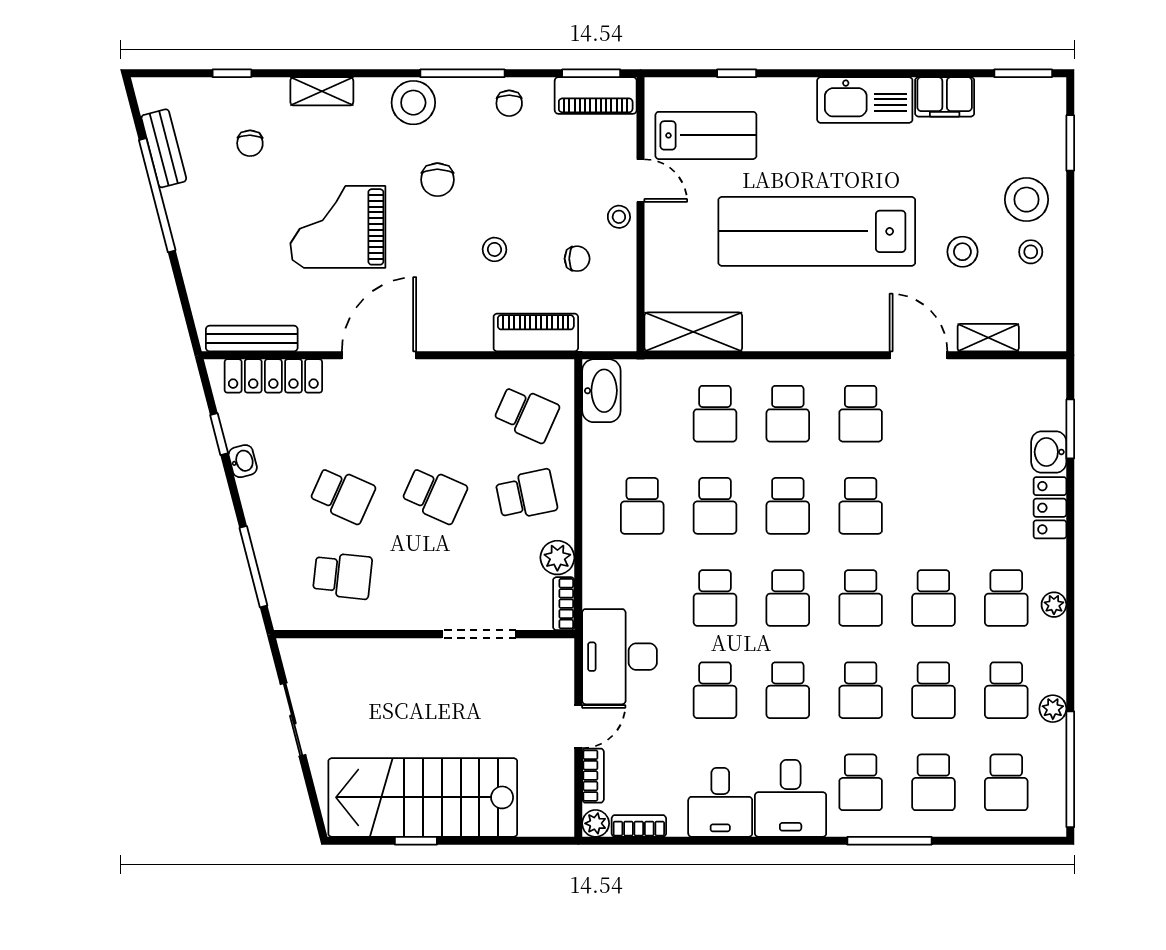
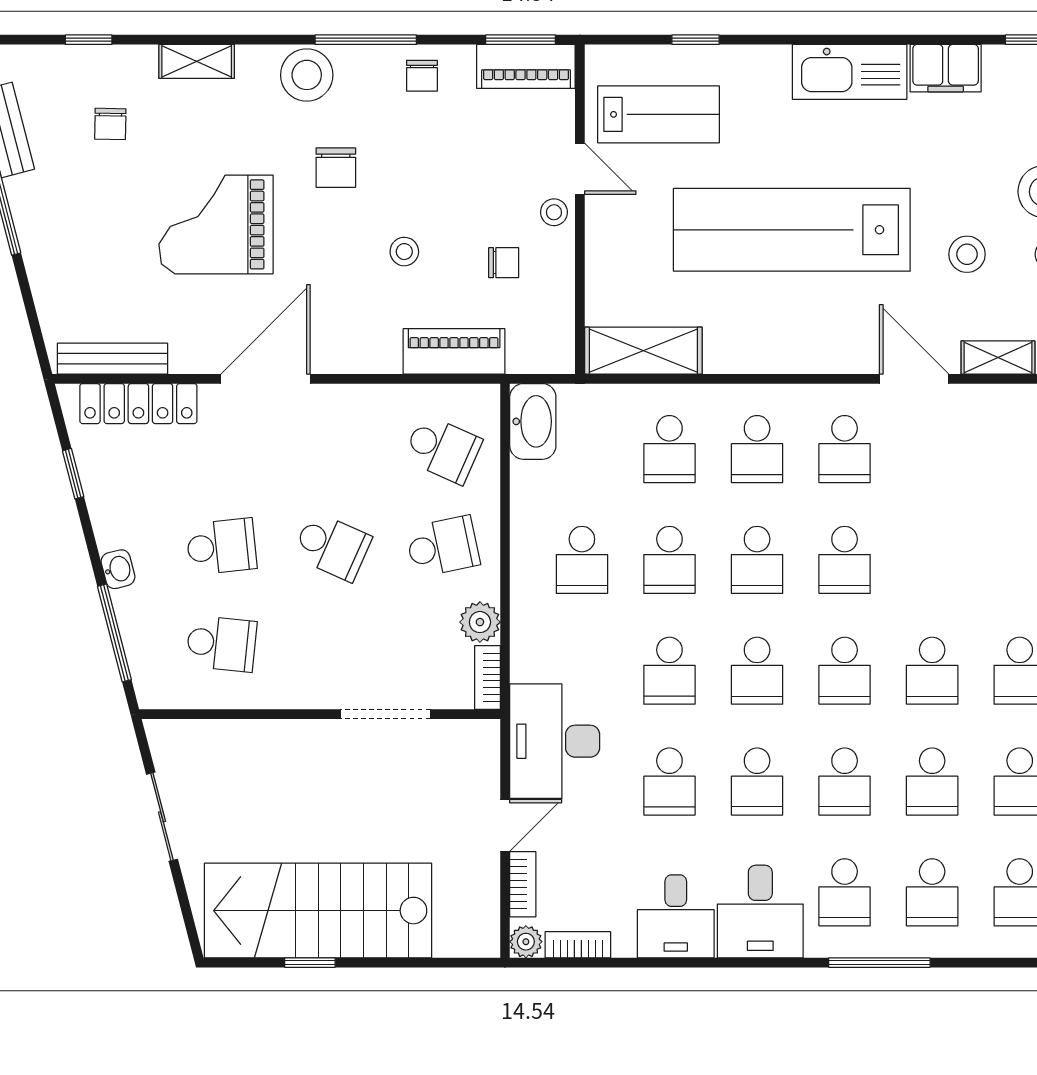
washbasin: (243, 461) -> (118, 569), moved
school desk: (342, 495) -> (221, 546), turned -30

